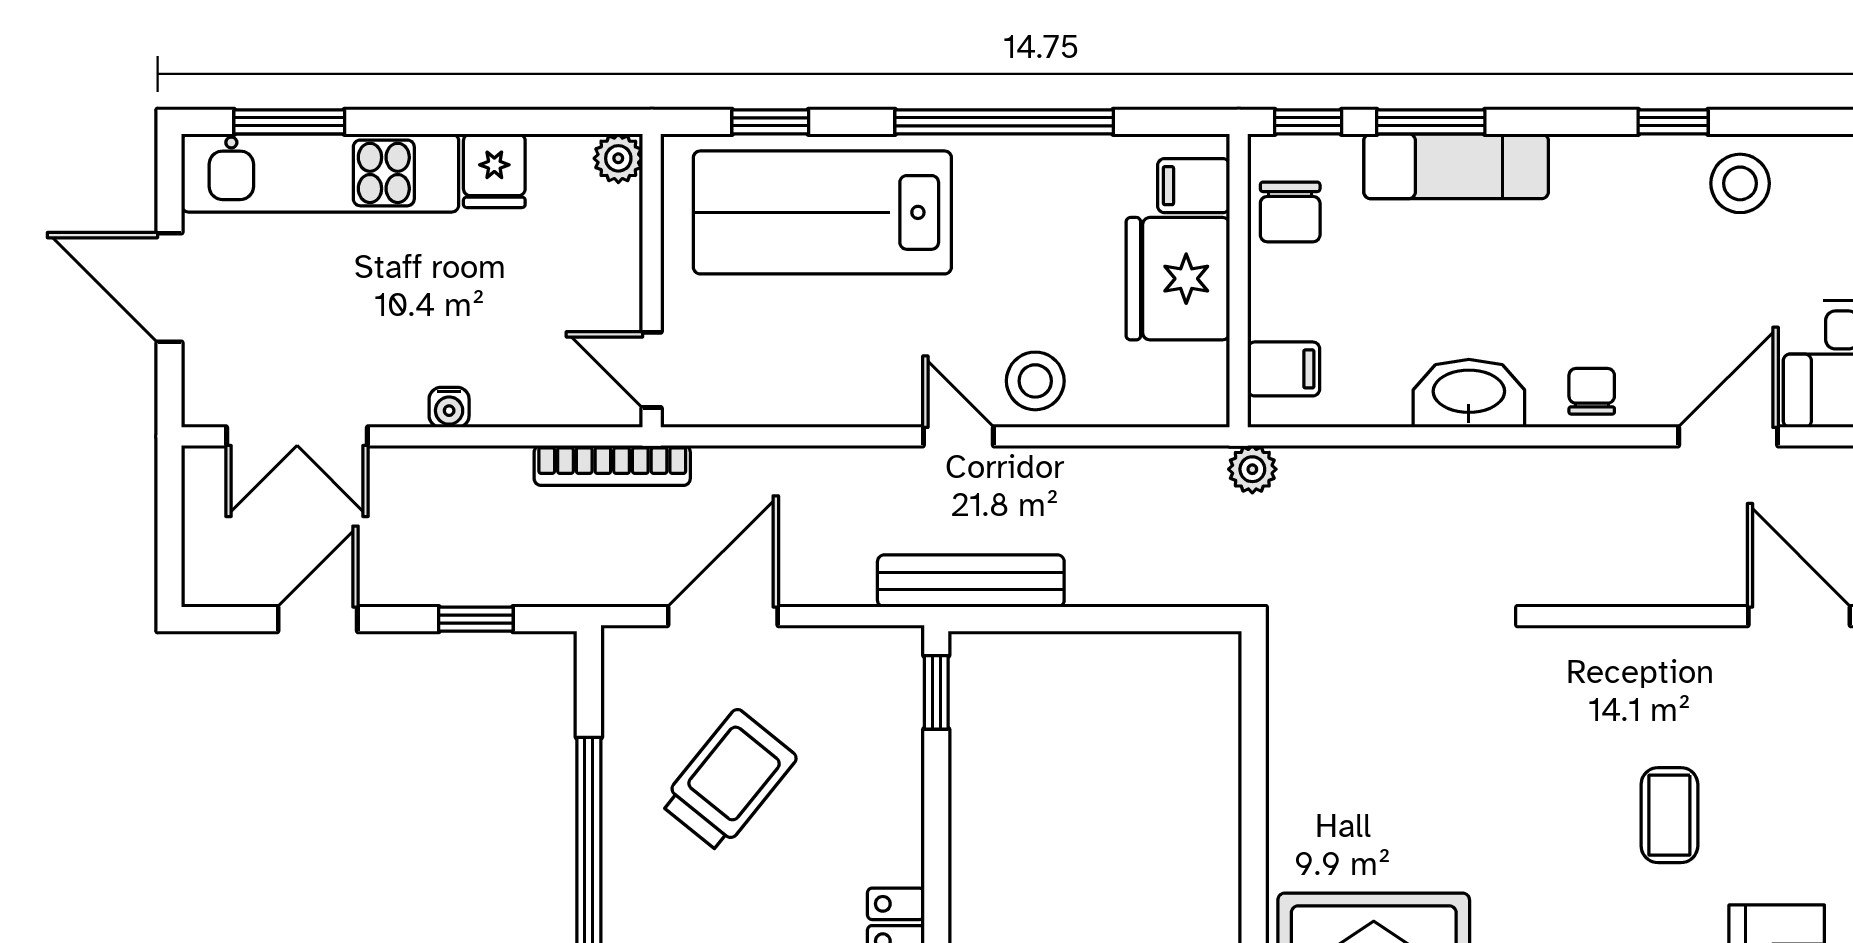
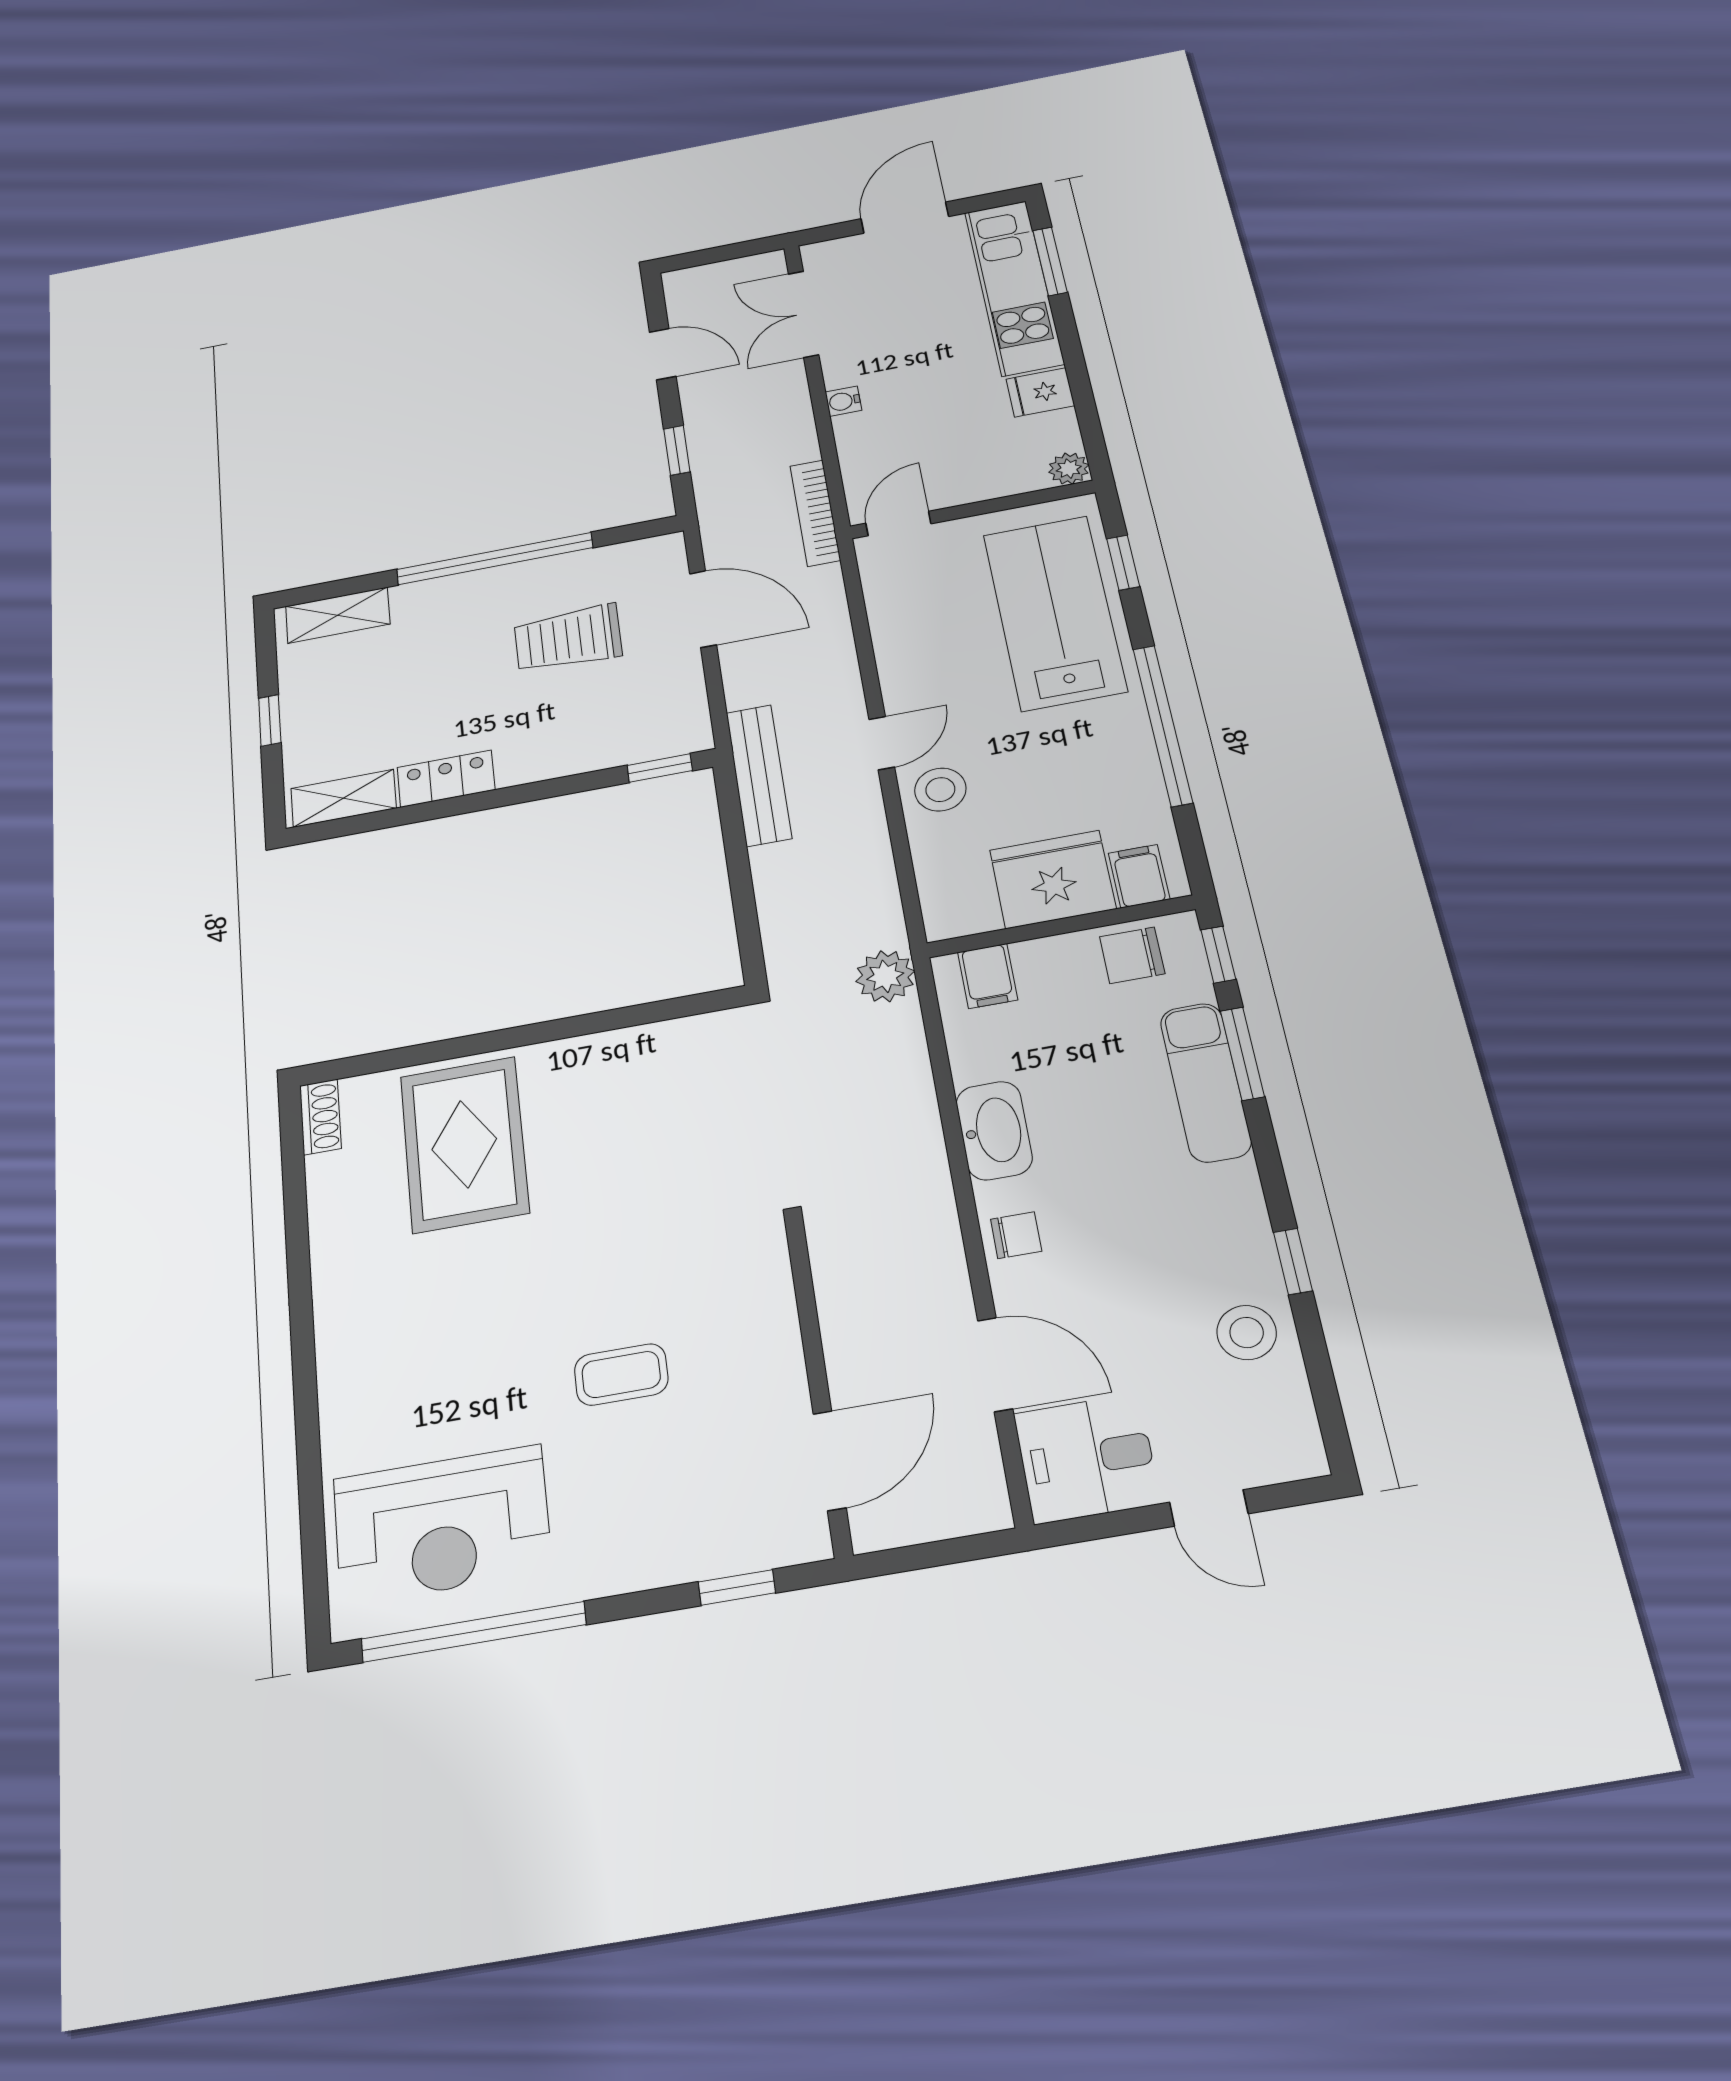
plant: (1252, 469) -> (885, 976), width x1.38, depth x1.38
trolley: (729, 780) -> (568, 638), turned 141

